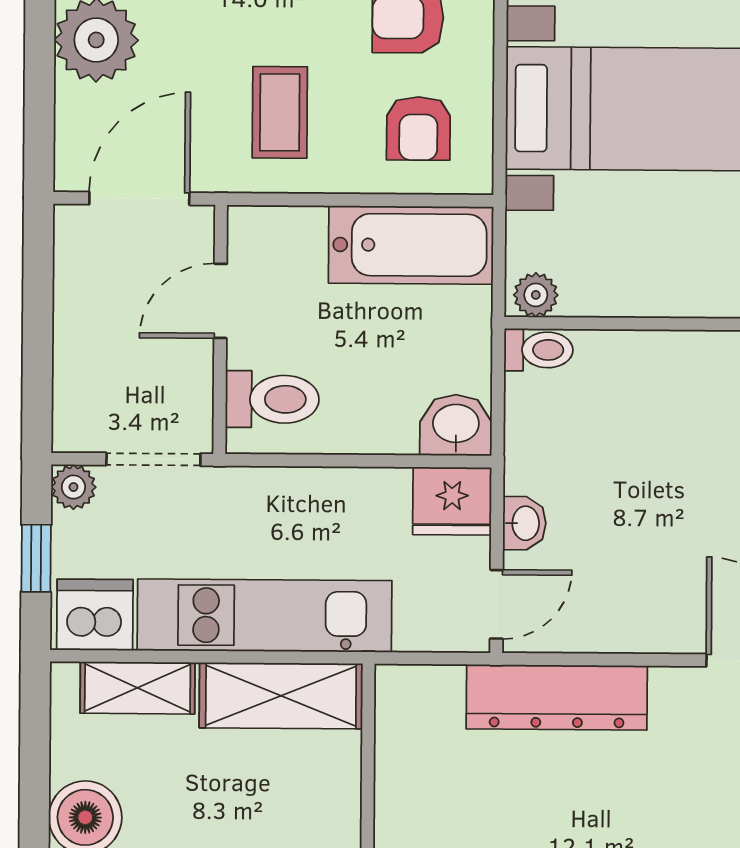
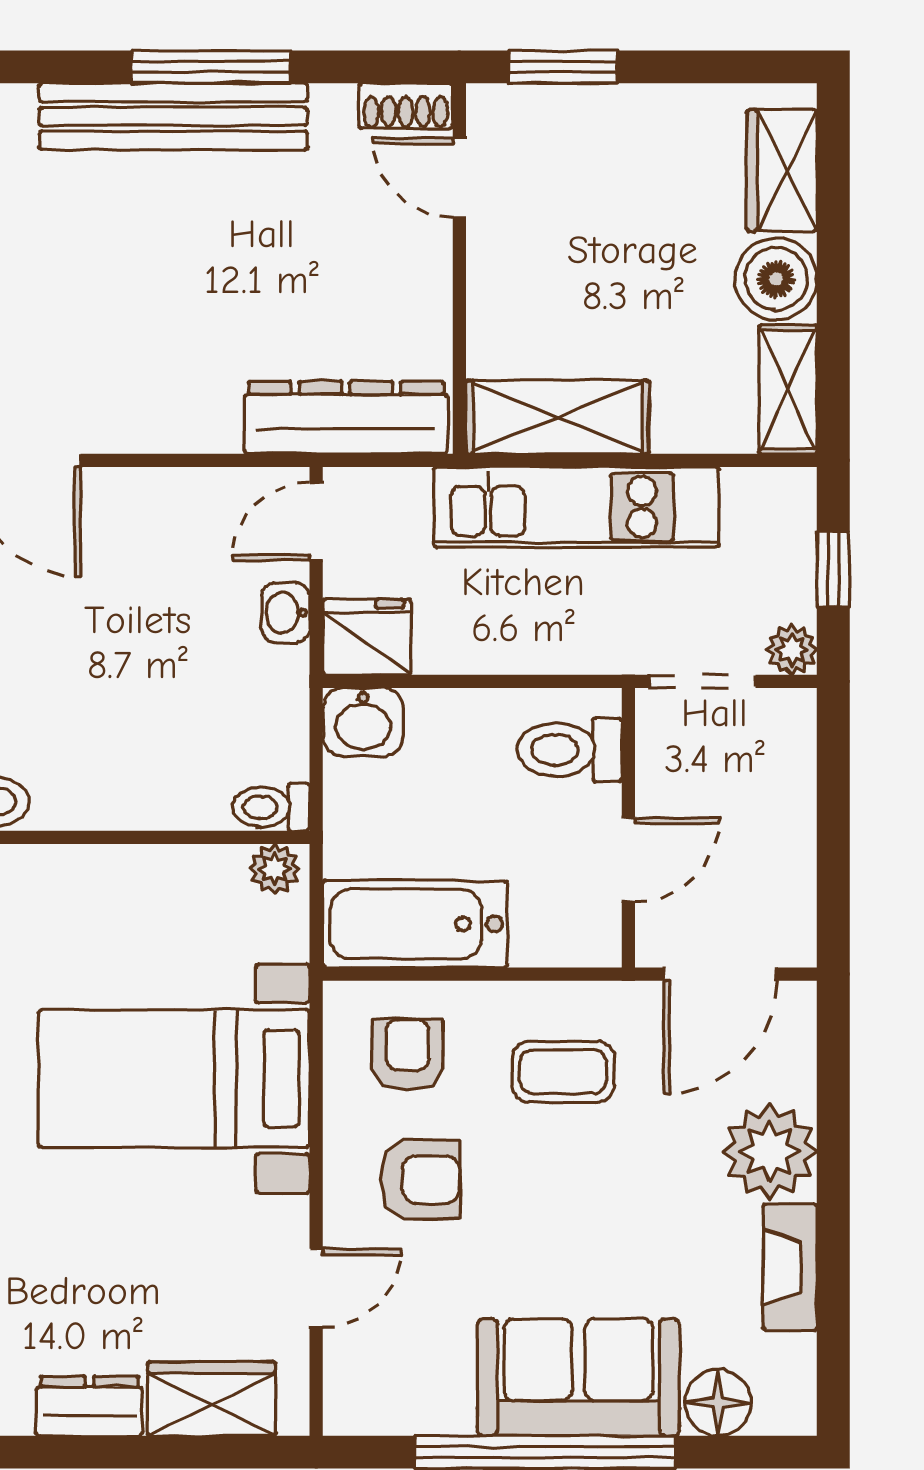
coffee table: (280, 112) -> (563, 1072), turned 90
dishwasher: (95, 615) -> (767, 507), removed
shelving: (138, 688) -> (788, 389), moved, turned 90
dresser: (557, 697) -> (346, 418), moved

